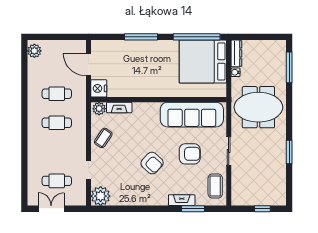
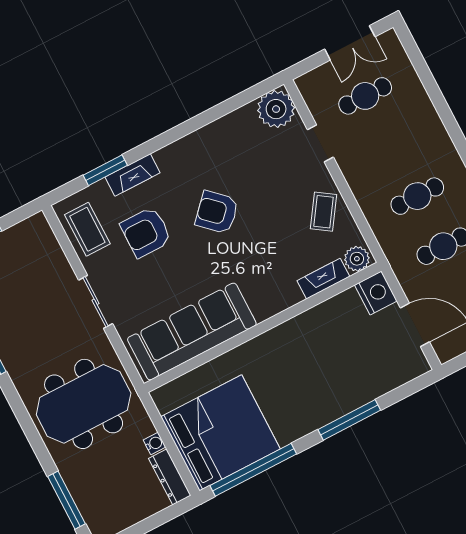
armchair: (190, 154) -> (146, 232), moved

